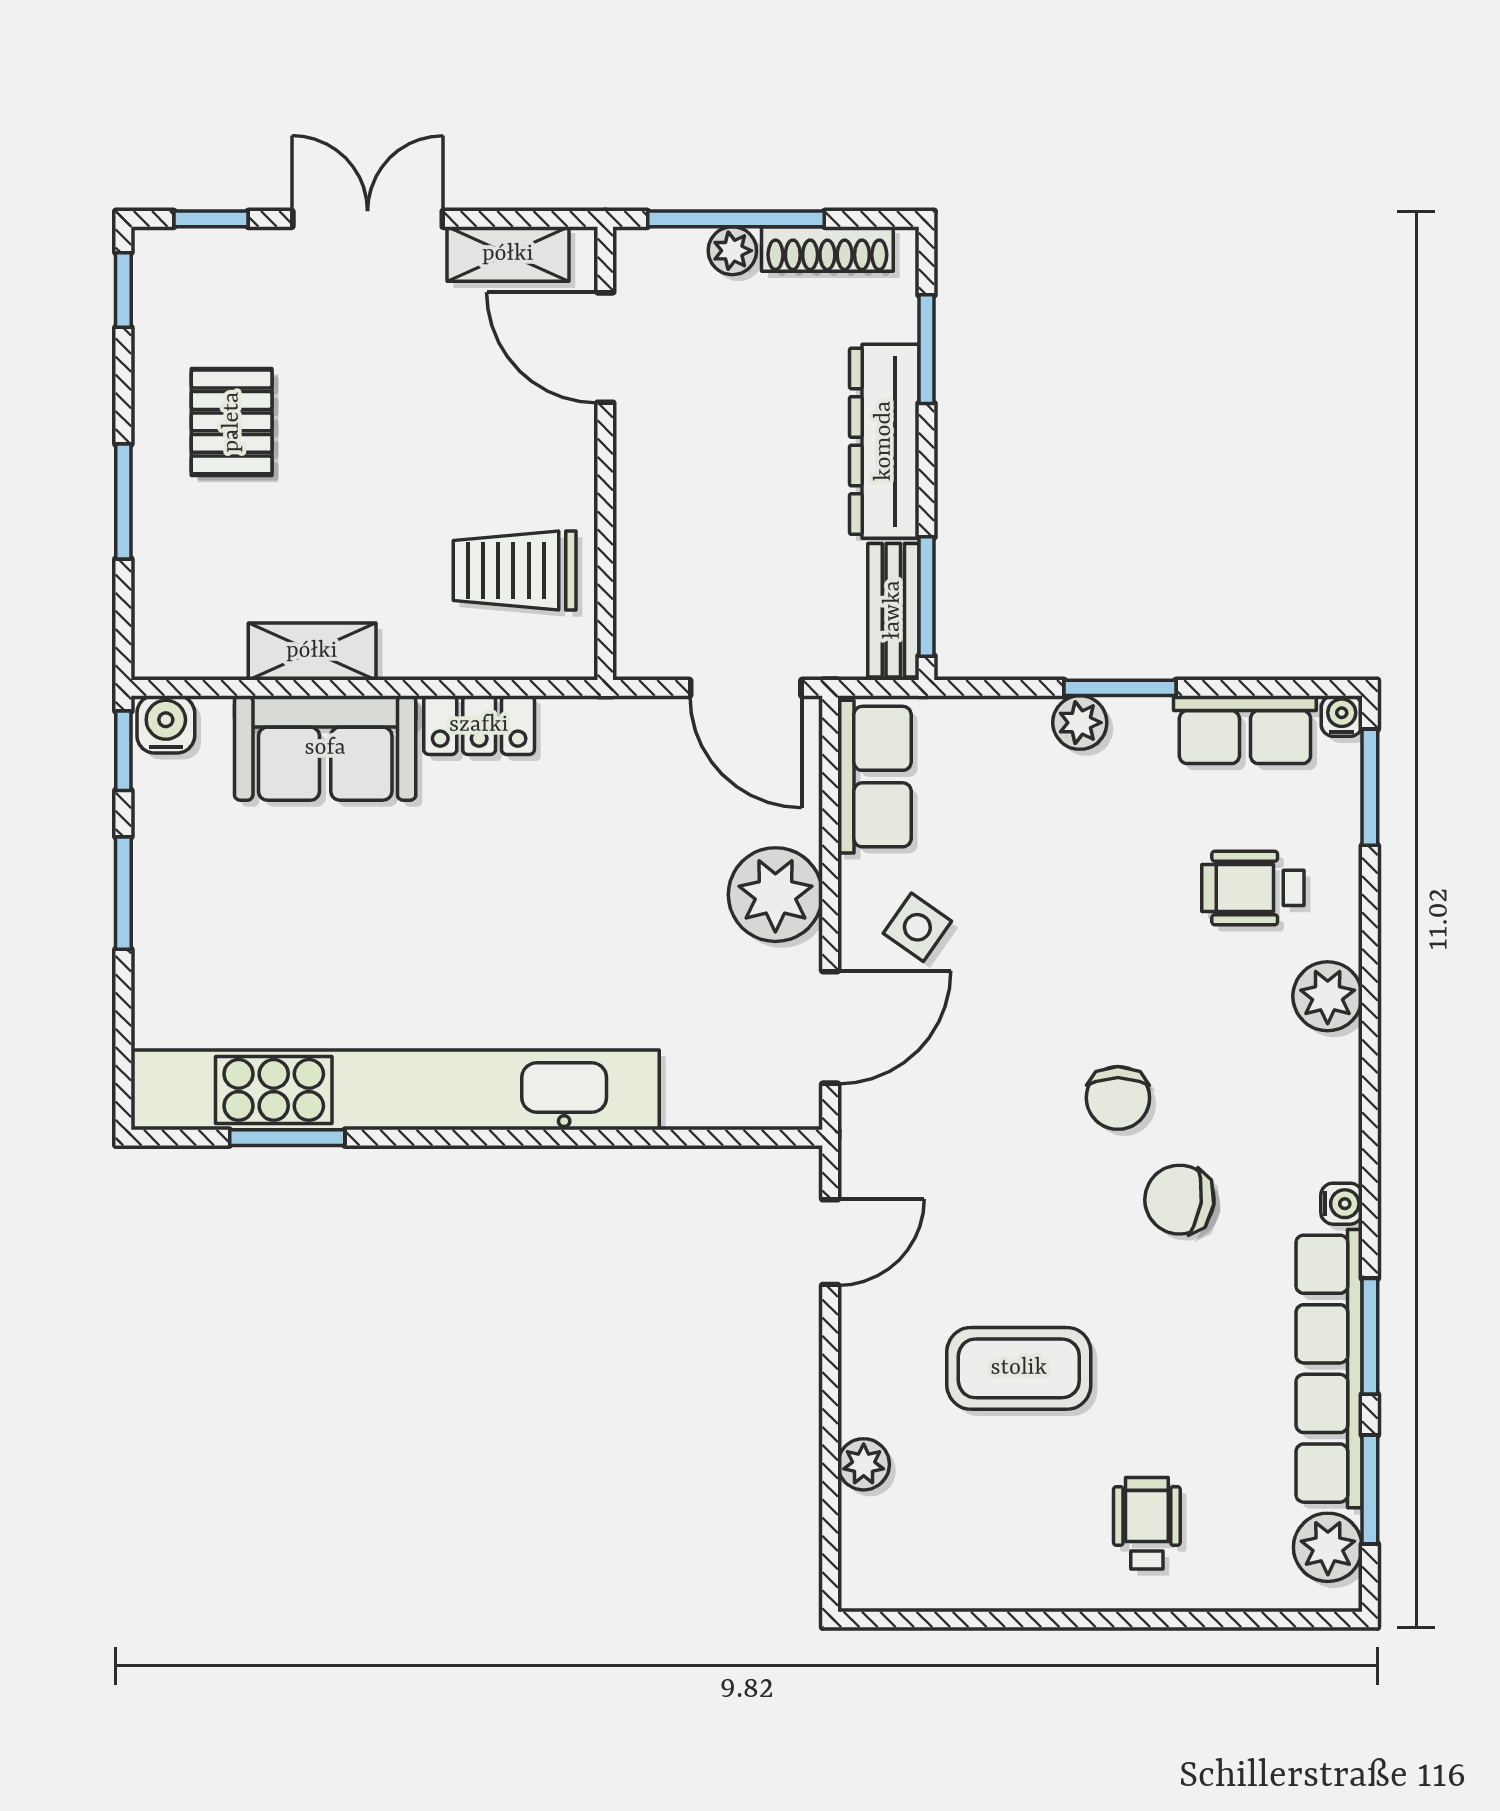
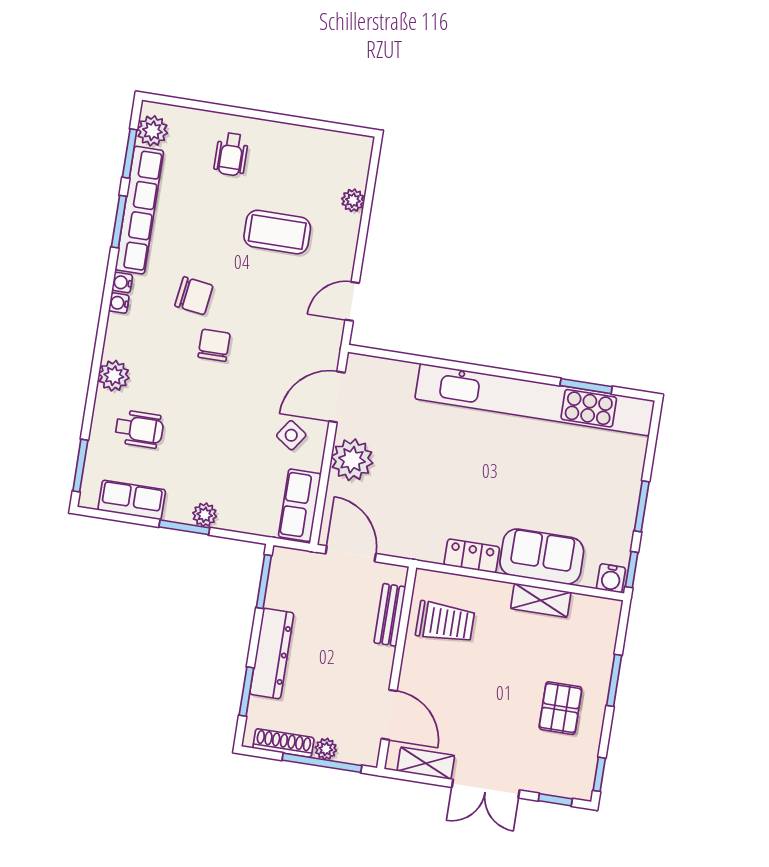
bench: (893, 610) -> (390, 615), moved
water cooler: (1342, 716) -> (119, 303), moved, turned 90

